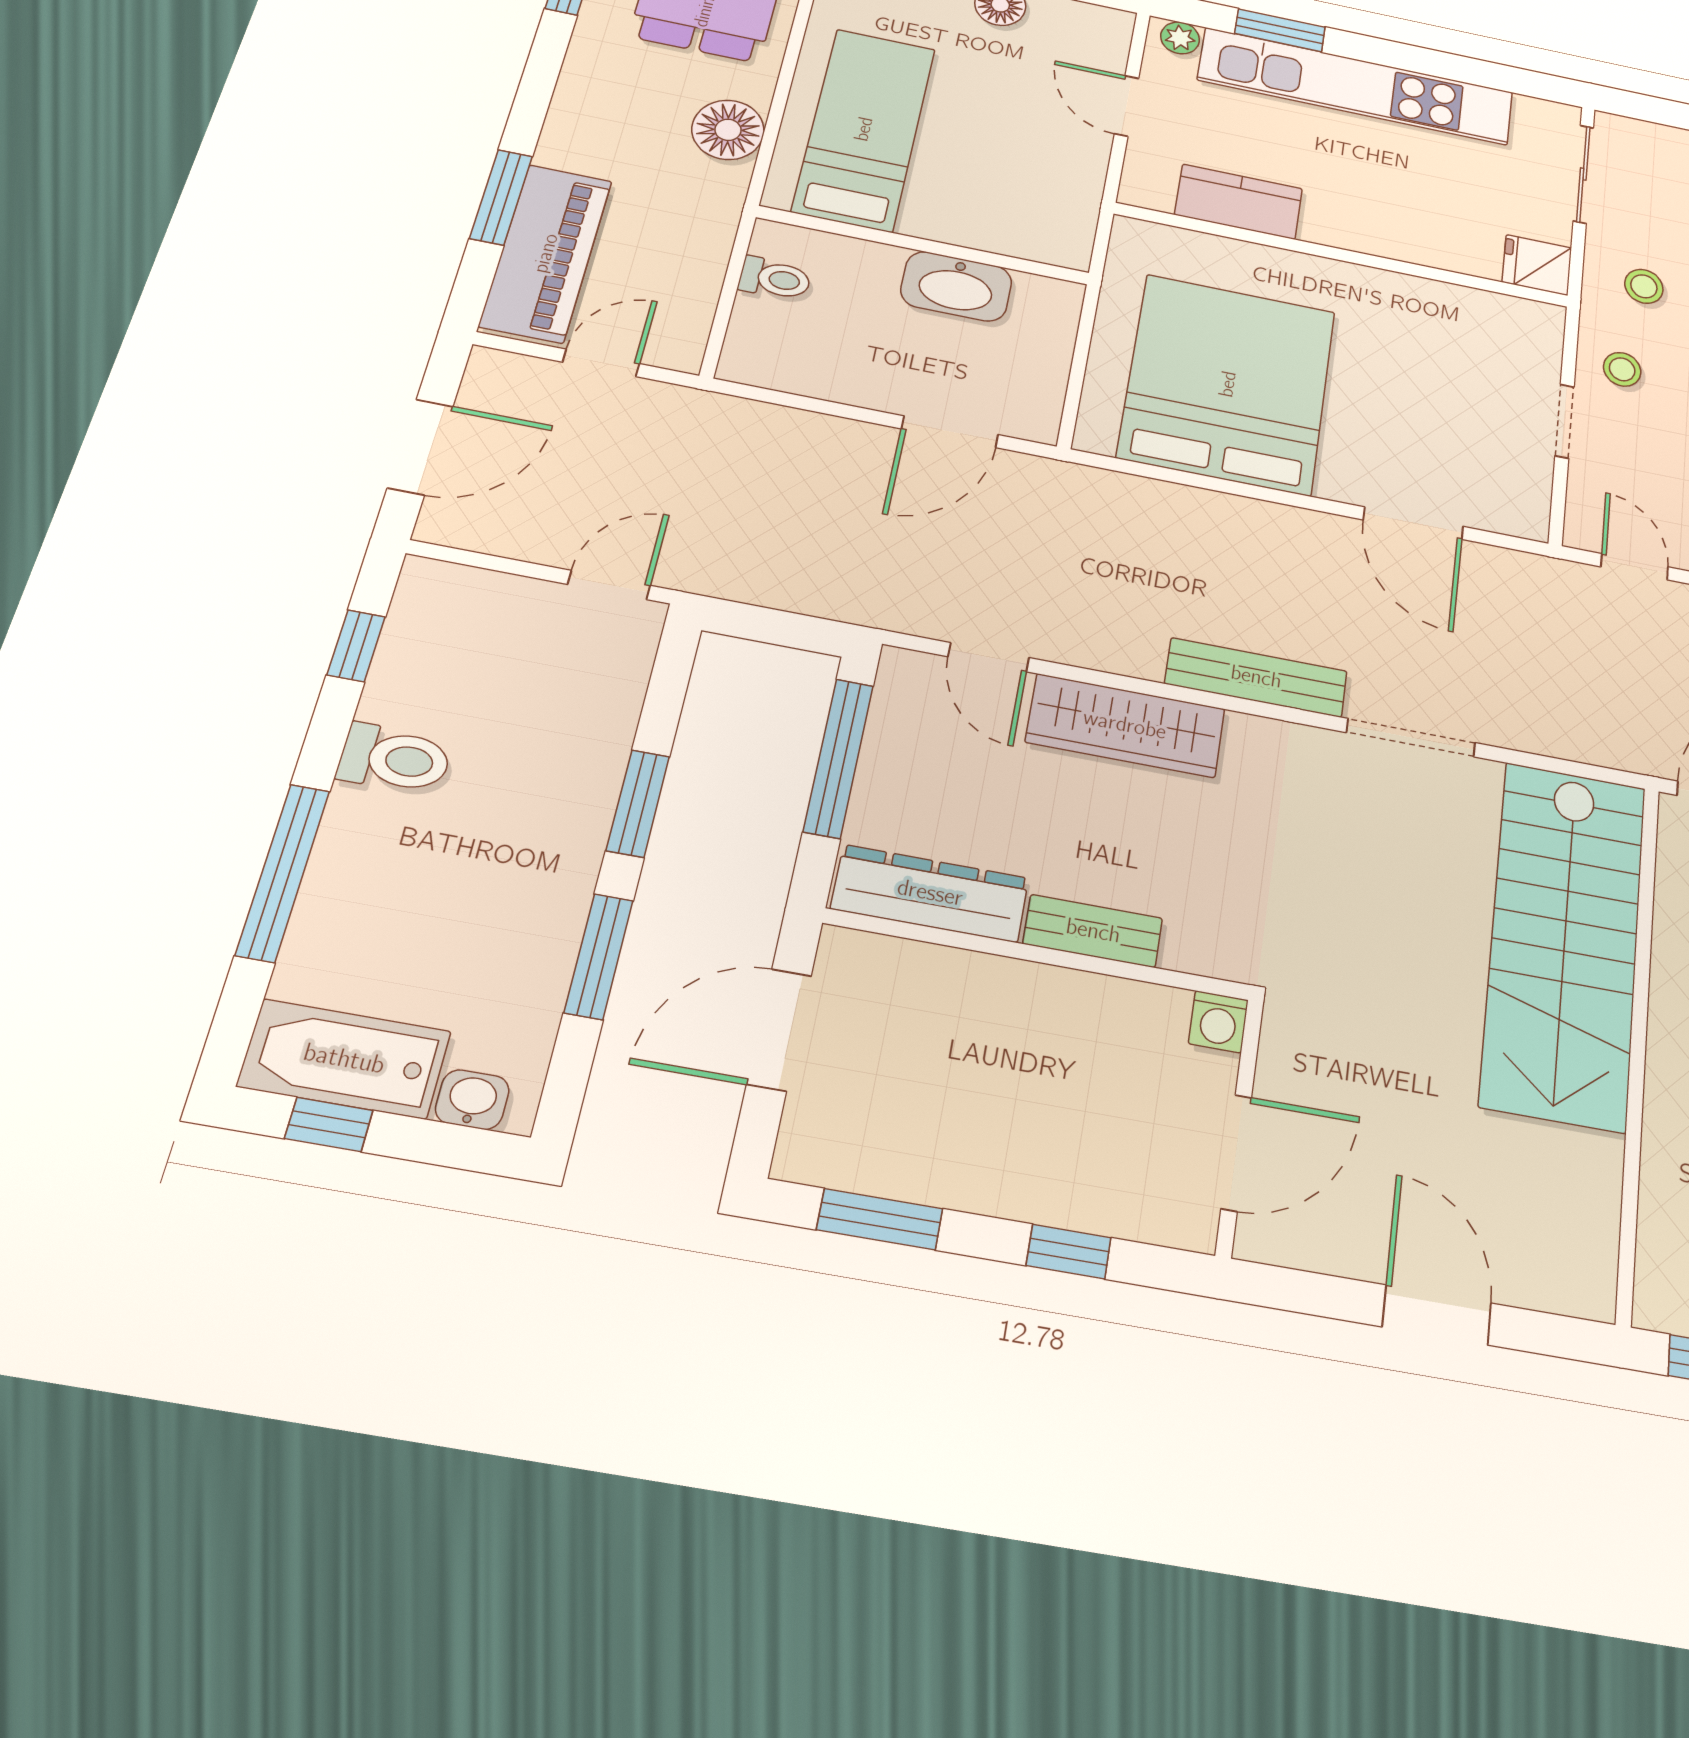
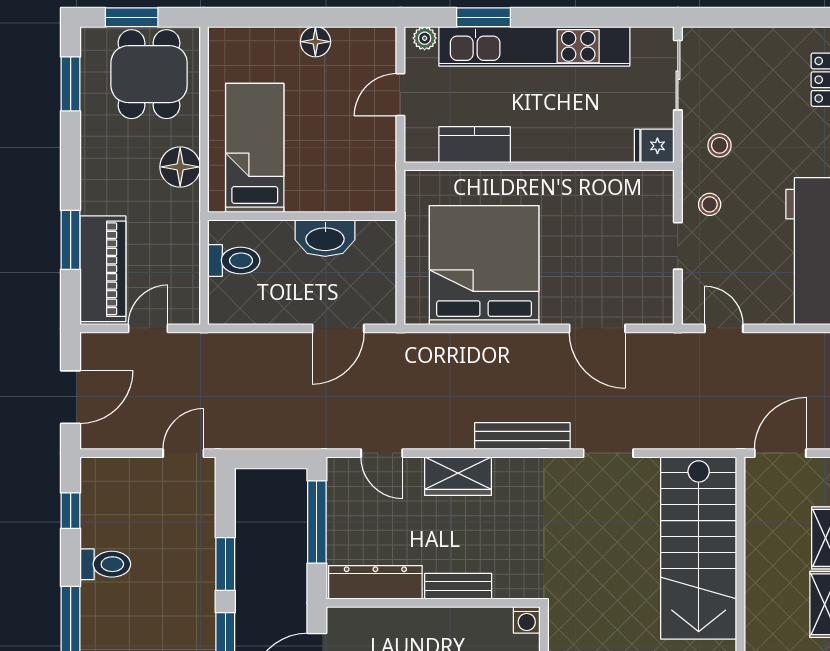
door: (1127, 106) -> (400, 95), hinge flipped
toilet: (775, 279) -> (234, 261), width x1.37, depth x1.39
wardrobe: (1125, 725) -> (458, 476), width x0.67
doorway: (1411, 738) -> (608, 453), width x0.73

